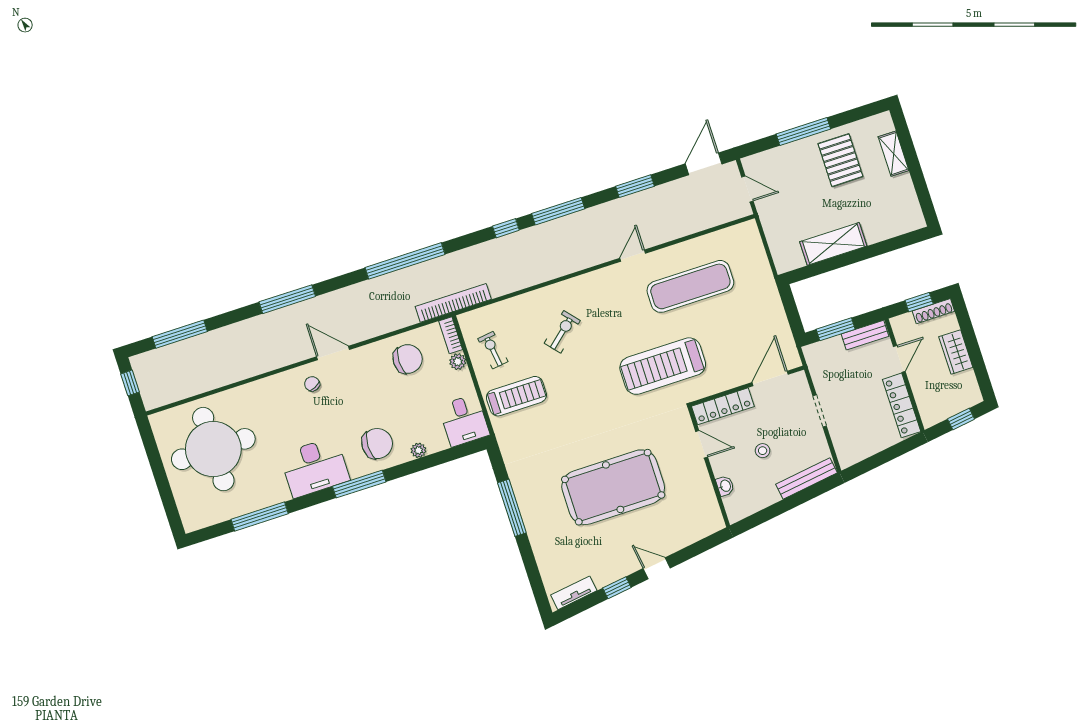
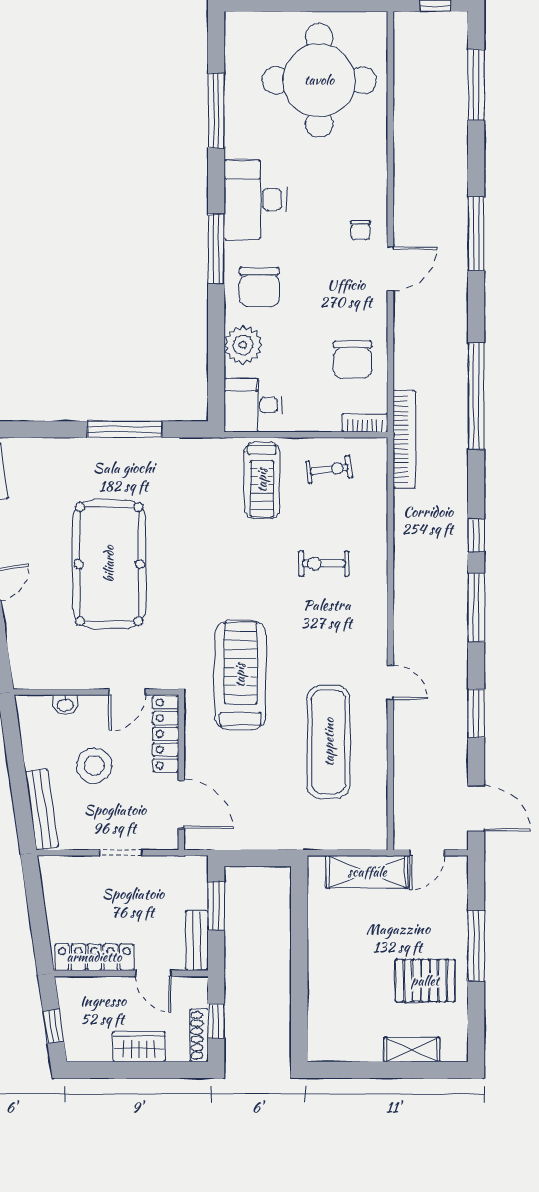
shelving: (833, 244) -> (367, 872), moved, turned 90
exercise bike: (562, 332) -> (324, 564), turned 131
plant: (458, 362) -> (329, 421), removed
chair: (312, 384) -> (360, 230), turned 114
plant: (418, 450) -> (243, 345), width x1.87, depth x1.87
stool: (763, 451) -> (94, 765), width x1.89, depth x1.89

